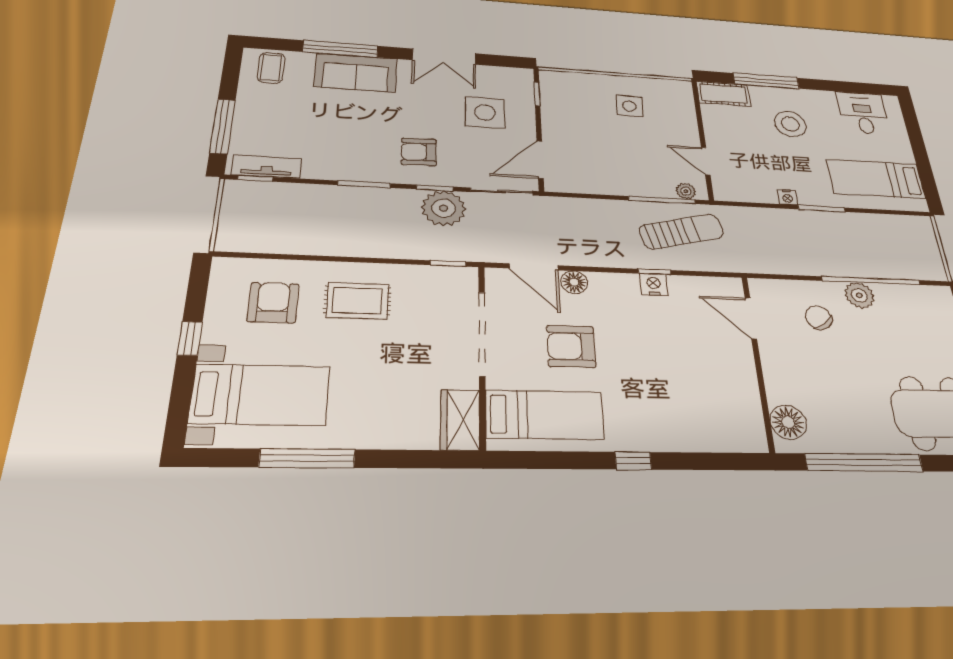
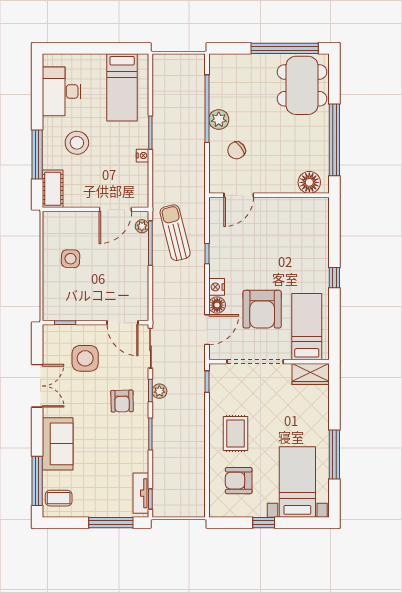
window: (341, 49) -> (37, 481), moved
desk: (863, 113) -> (62, 91), width x1.37
door: (706, 161) -> (115, 209), width x1.38
plant: (444, 208) -> (159, 391), width x0.53, depth x0.53
nightstand: (654, 285) -> (217, 287), moved
armchair: (571, 346) -> (262, 309), width x1.36, depth x1.36

